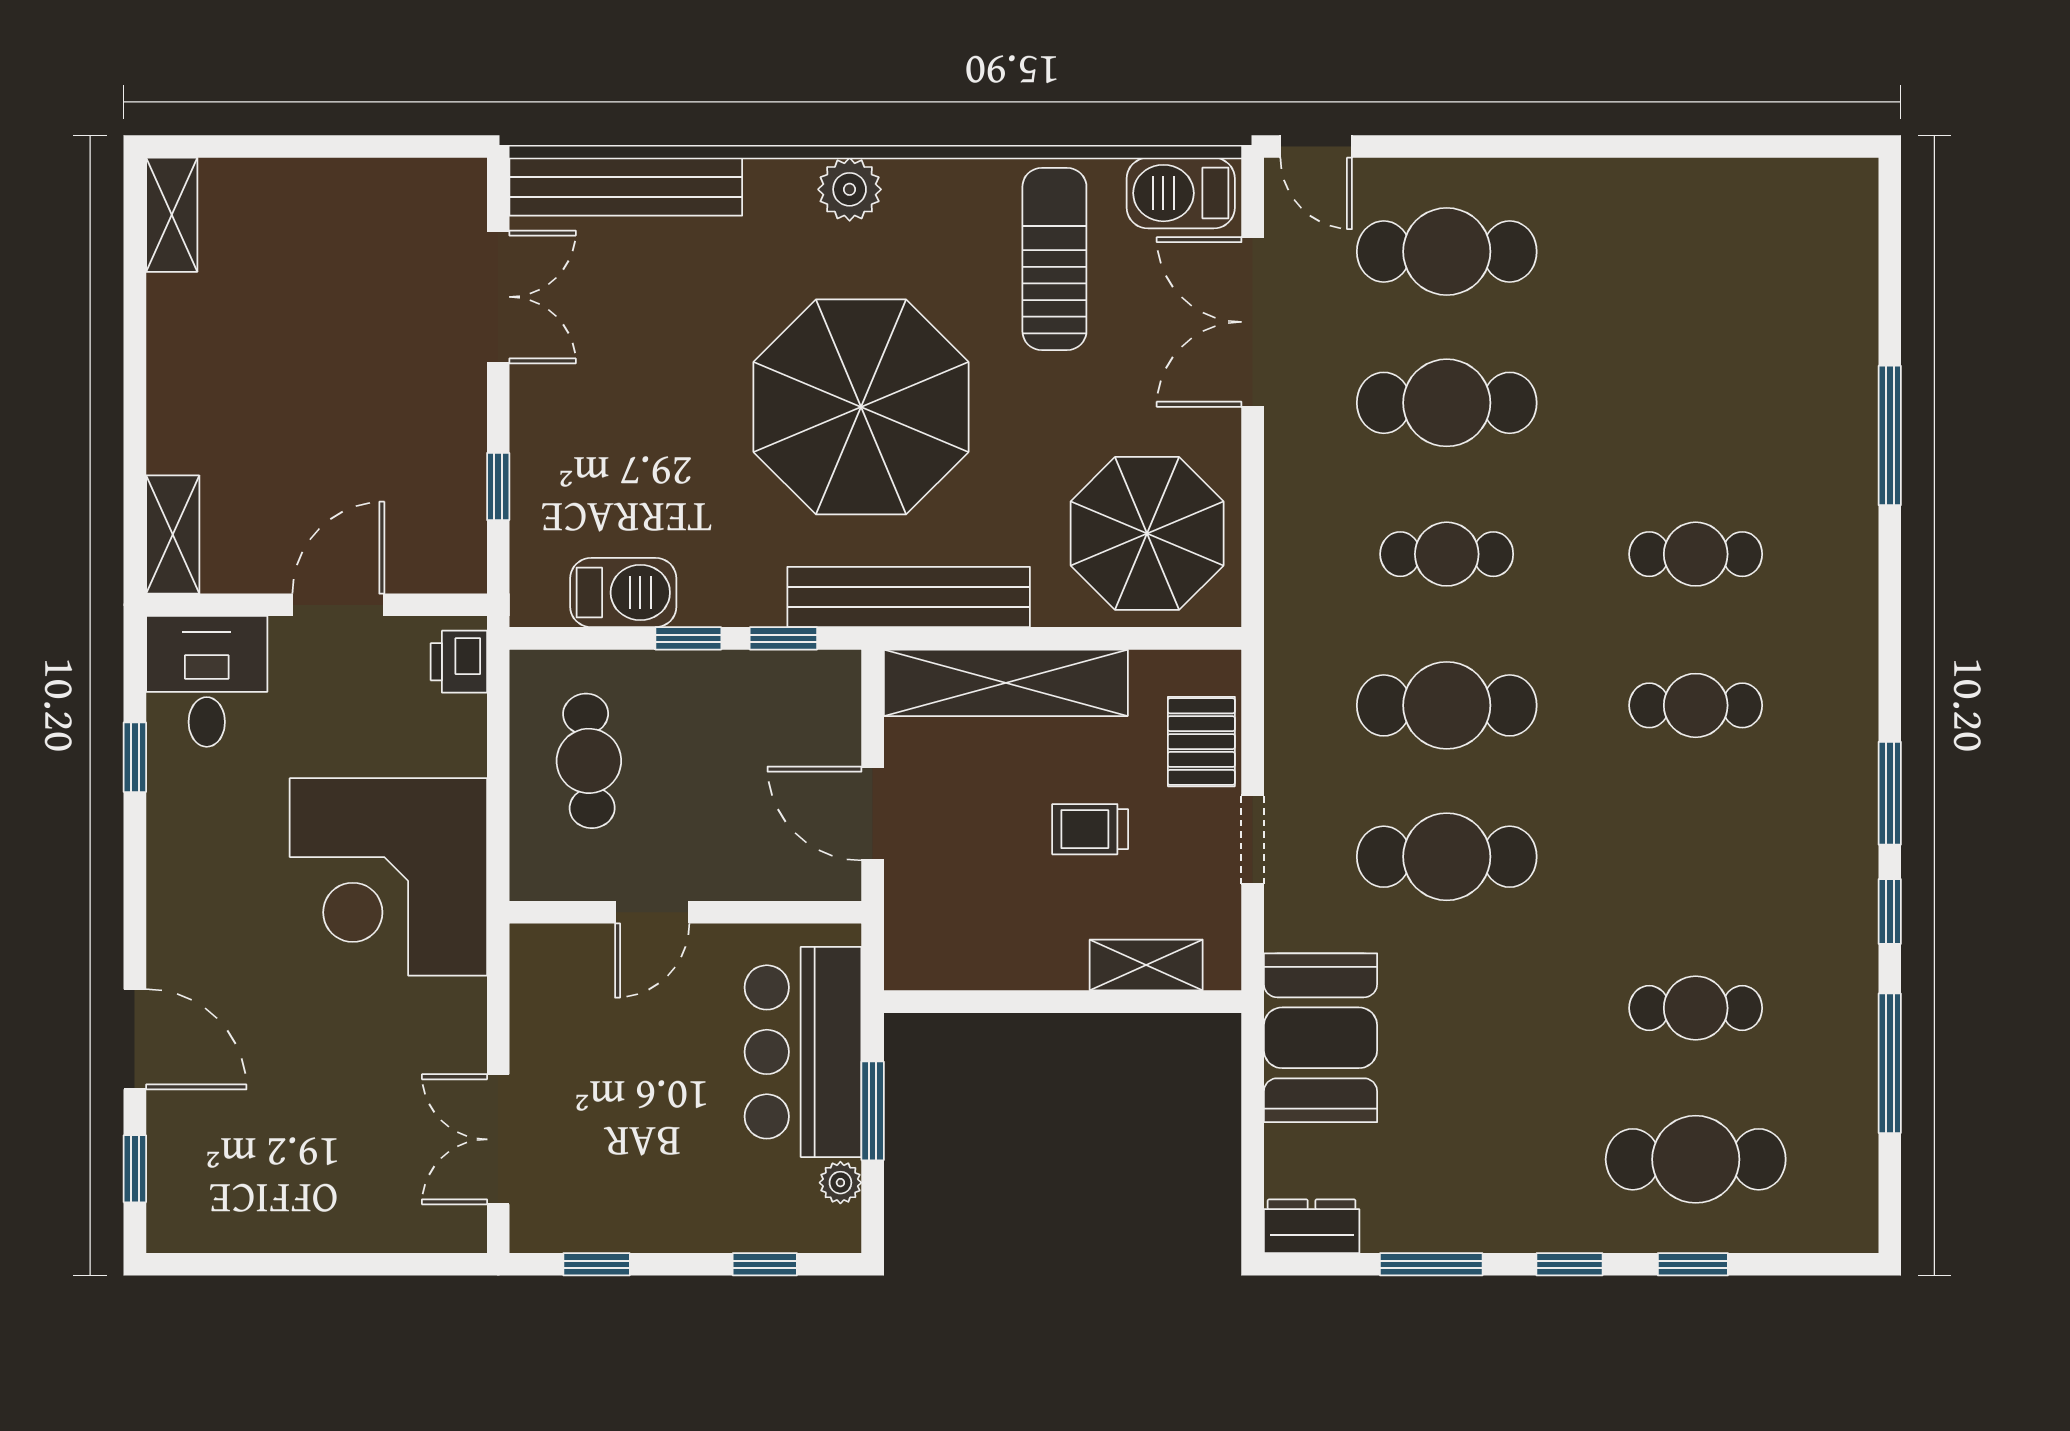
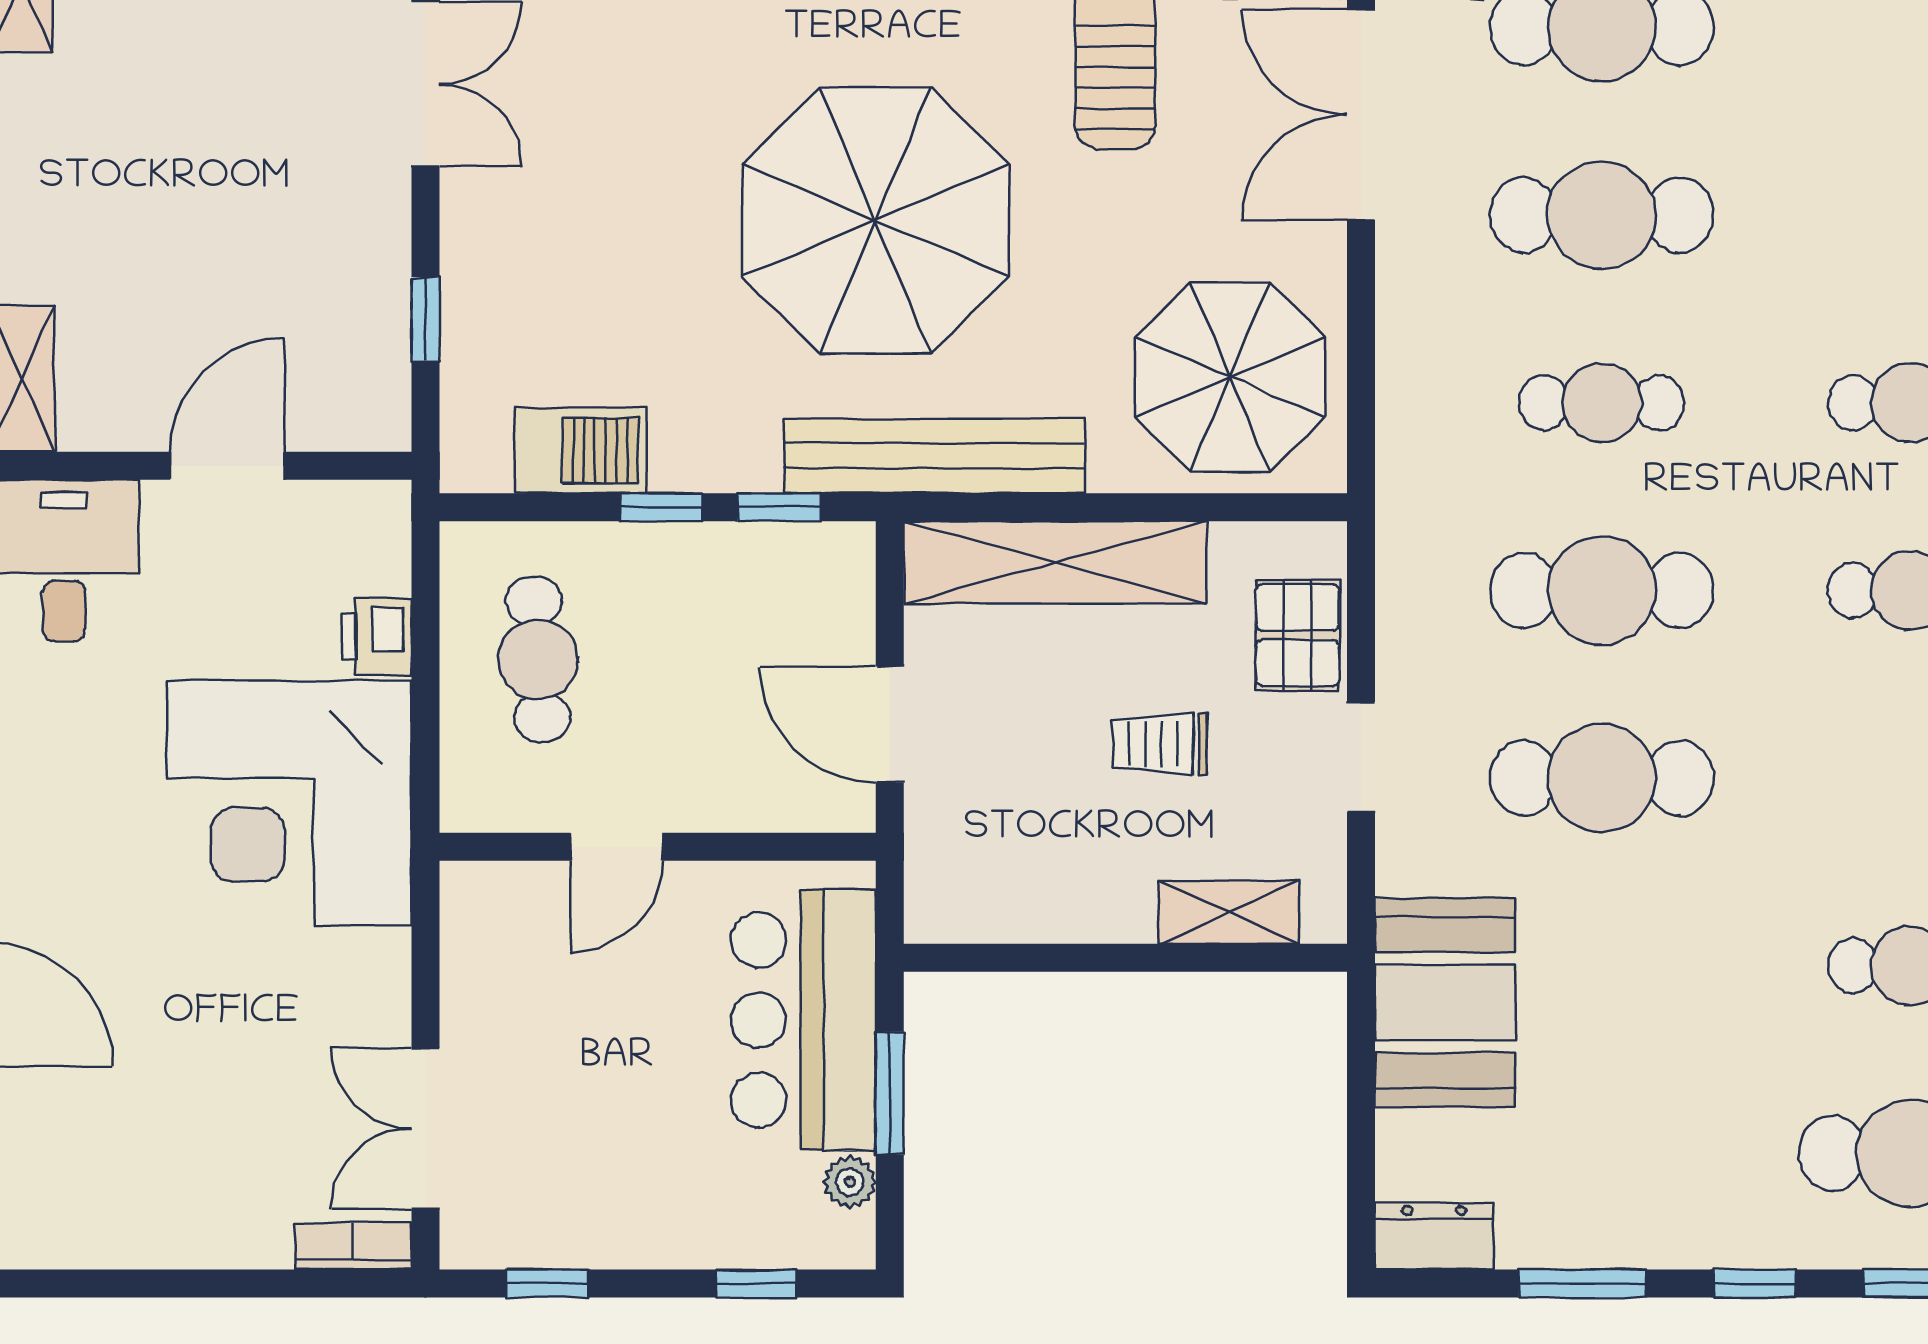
printer: (459, 662) -> (377, 637), moved
bookcase: (440, 1234) -> (353, 1246), added

